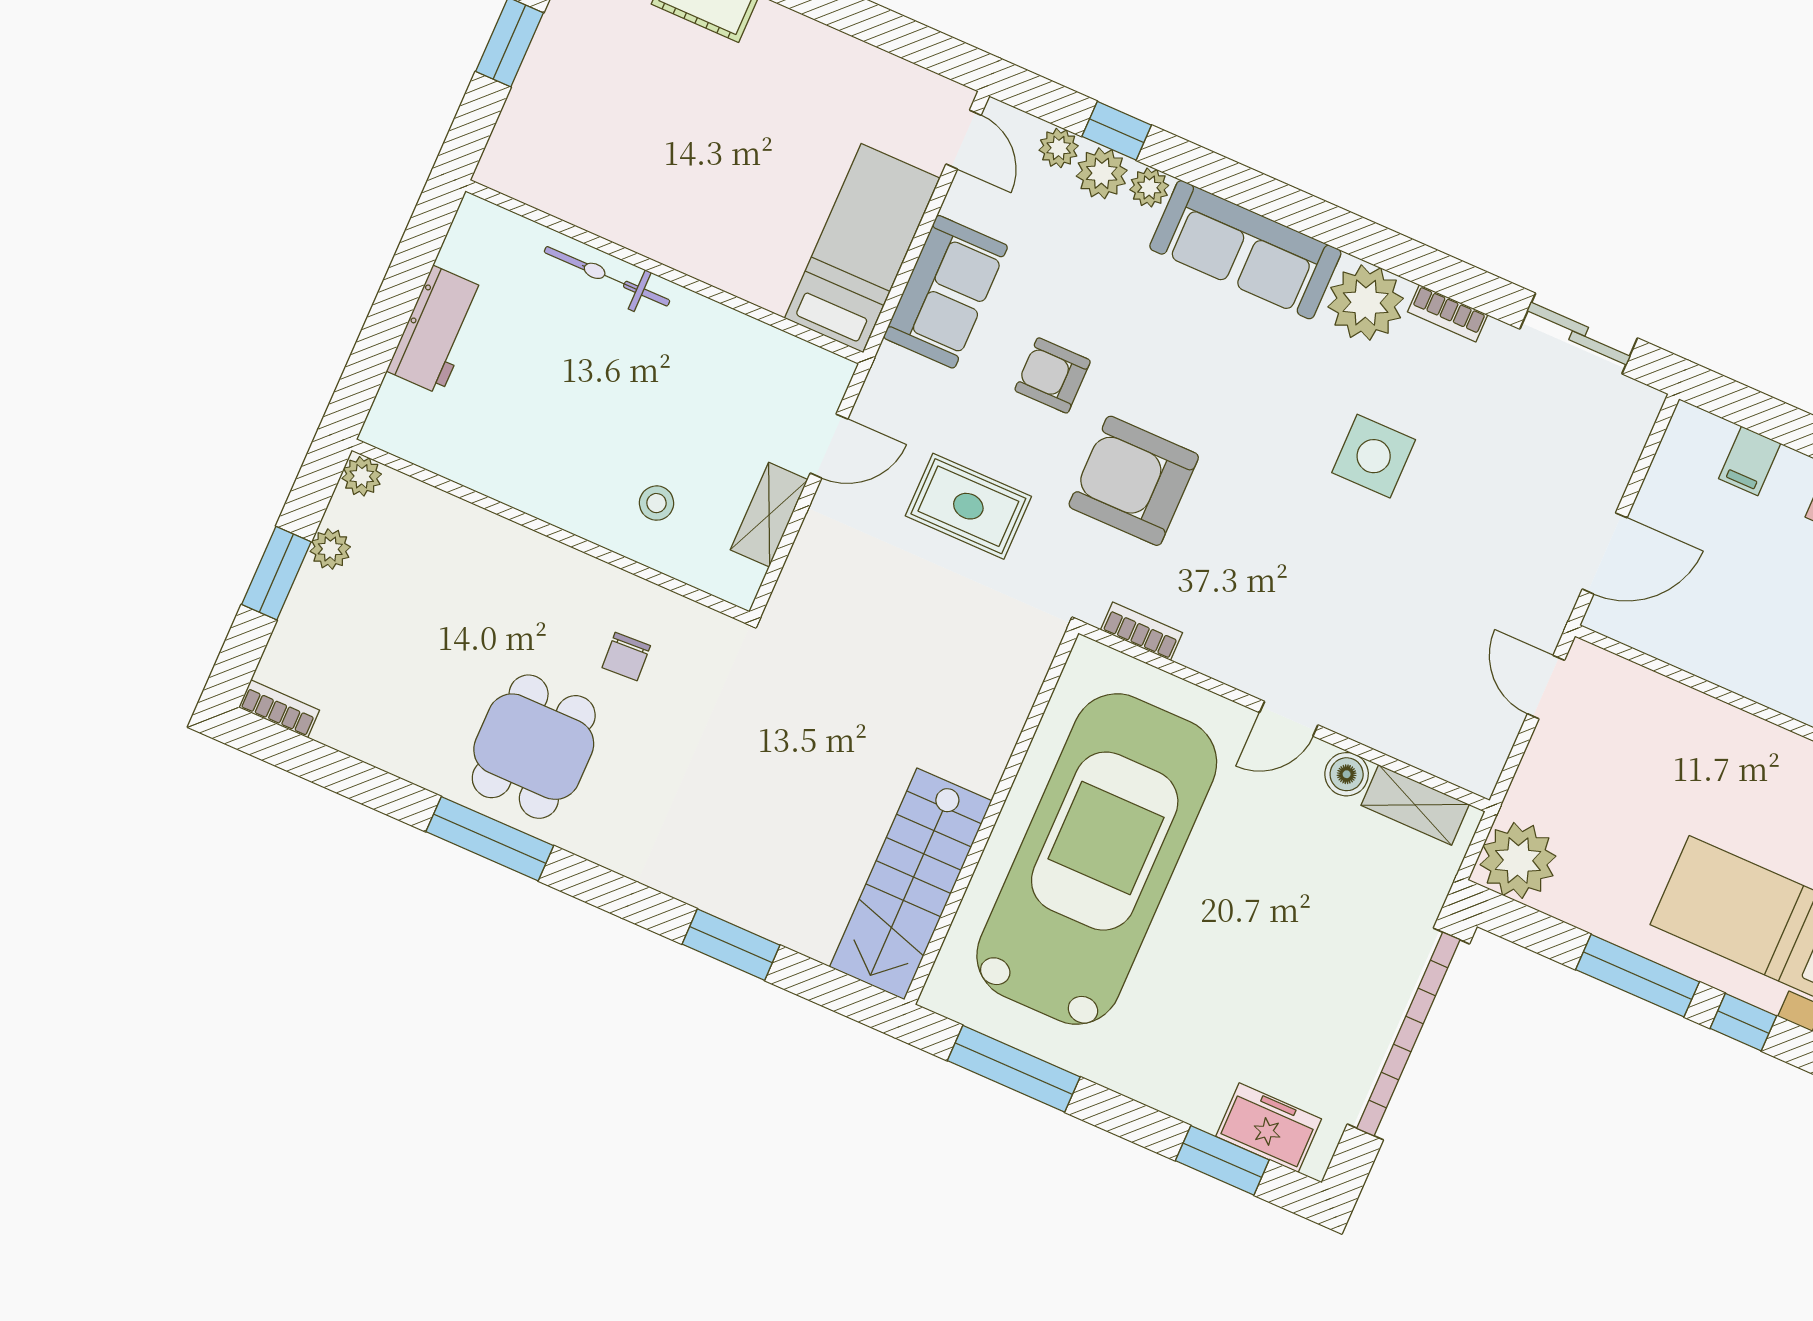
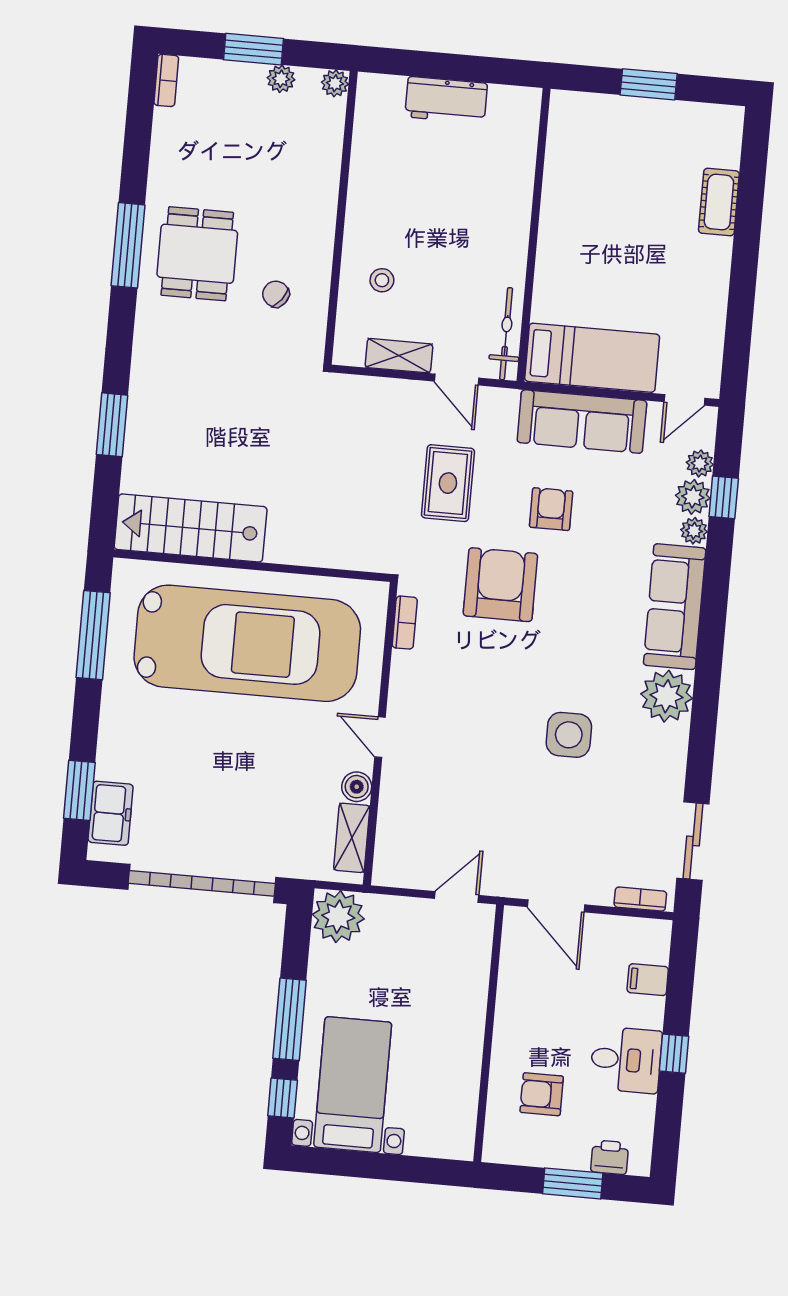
bicycle: (607, 276) -> (506, 334), moved
sofa: (946, 292) -> (582, 422), width x1.36
bookcase: (1448, 313) -> (640, 899), moved, turned 90
chair: (626, 657) -> (276, 294), turned 40
dining table: (534, 747) -> (197, 254), turned 90

